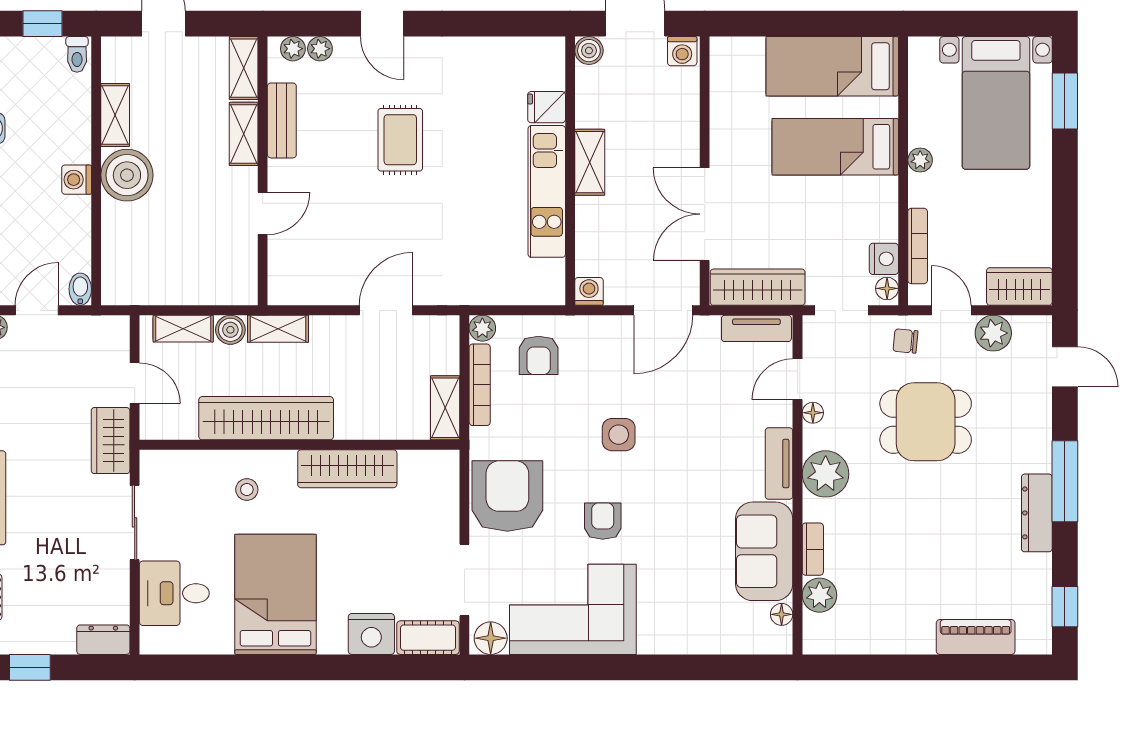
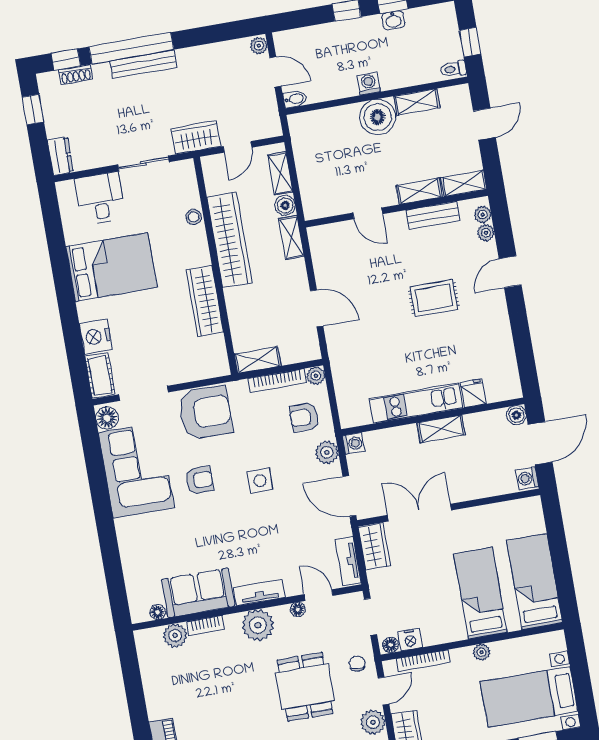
wardrobe: (758, 287) -> (374, 547), width x0.67
plant: (595, 332) -> (327, 452), added
stool: (247, 490) -> (194, 217), moved

